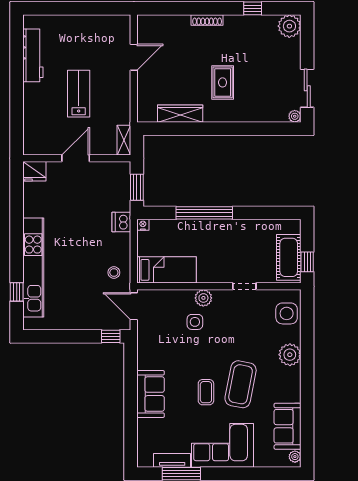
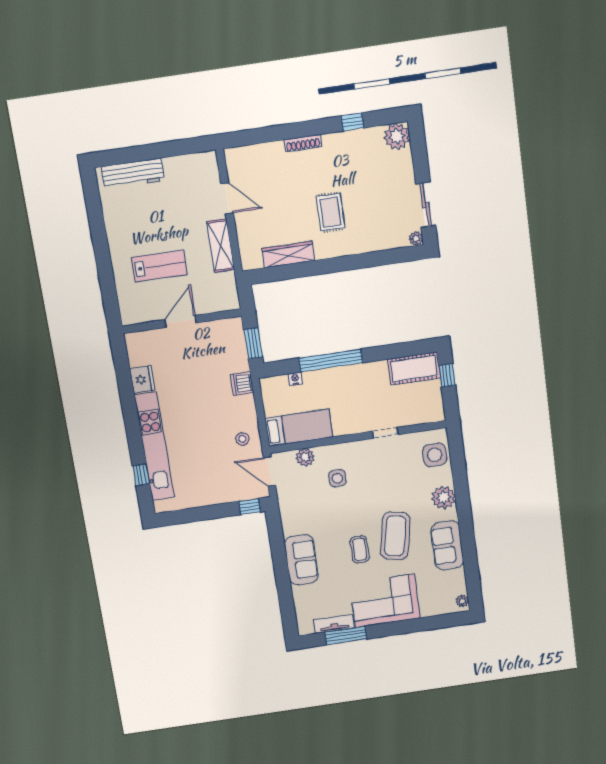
workbench: (33, 55) -> (133, 174), moved, turned 90
door: (134, 57) -> (227, 198), hinge flipped
lab bench: (79, 94) -> (159, 266), moved, turned 90
shelving: (124, 140) -> (221, 246), moved, width x1.50, depth x1.33
fridge: (34, 171) -> (142, 379), moved, turned -90
nightstand: (143, 225) -> (295, 379), moved
cot: (289, 257) -> (414, 369), moved, turned 90
window: (307, 262) -> (447, 375), moved
plant: (203, 298) -> (305, 457), moved
sofa: (288, 426) -> (447, 545), moved

